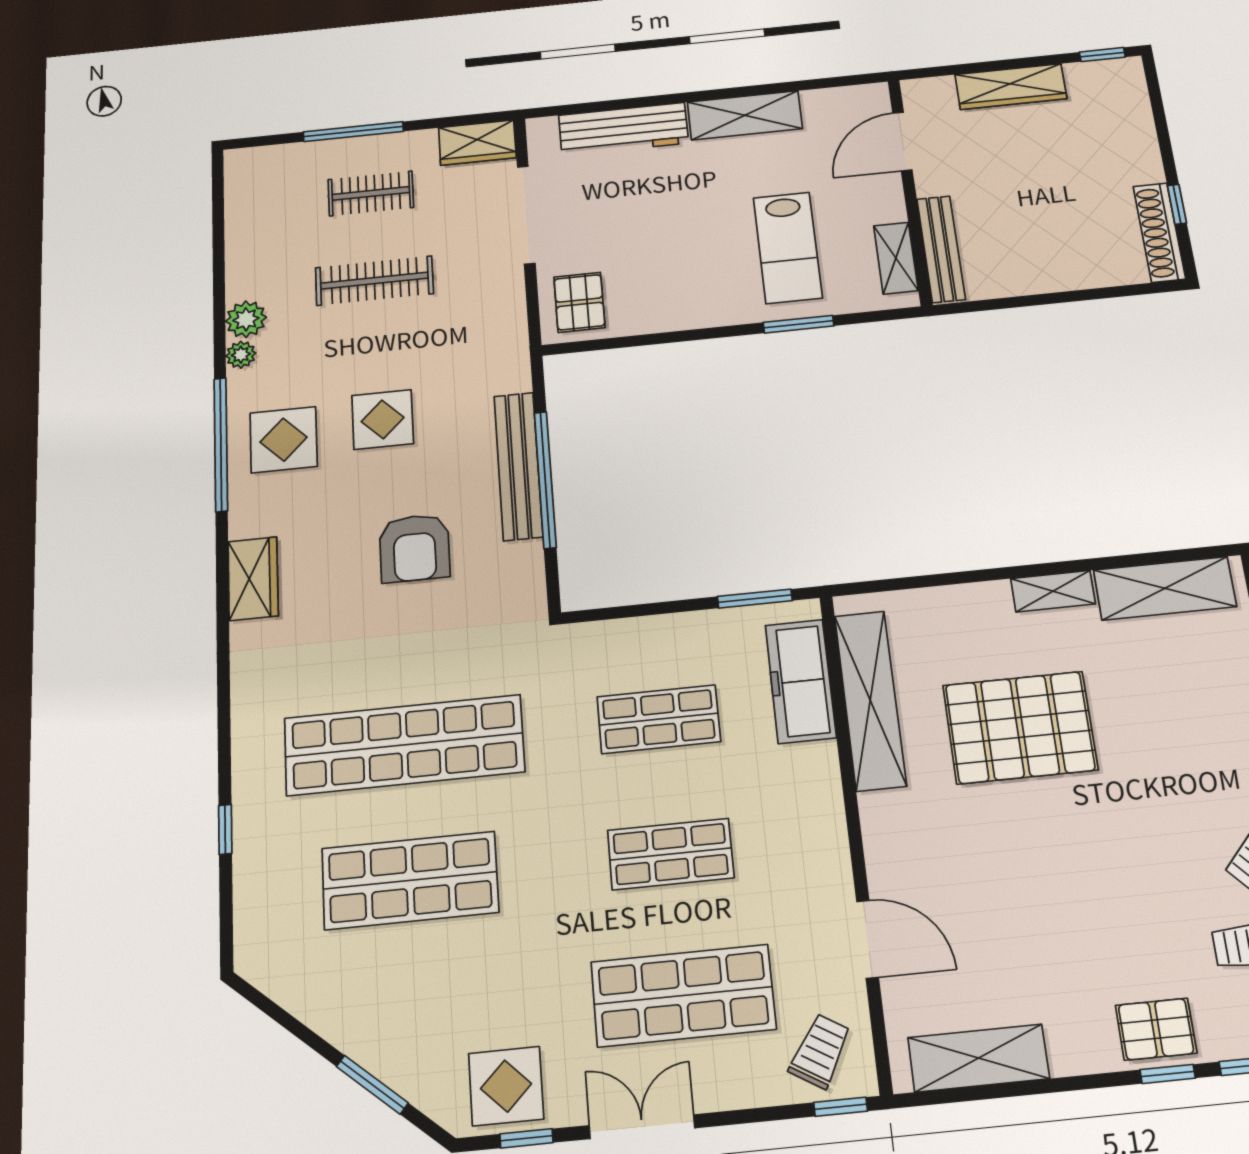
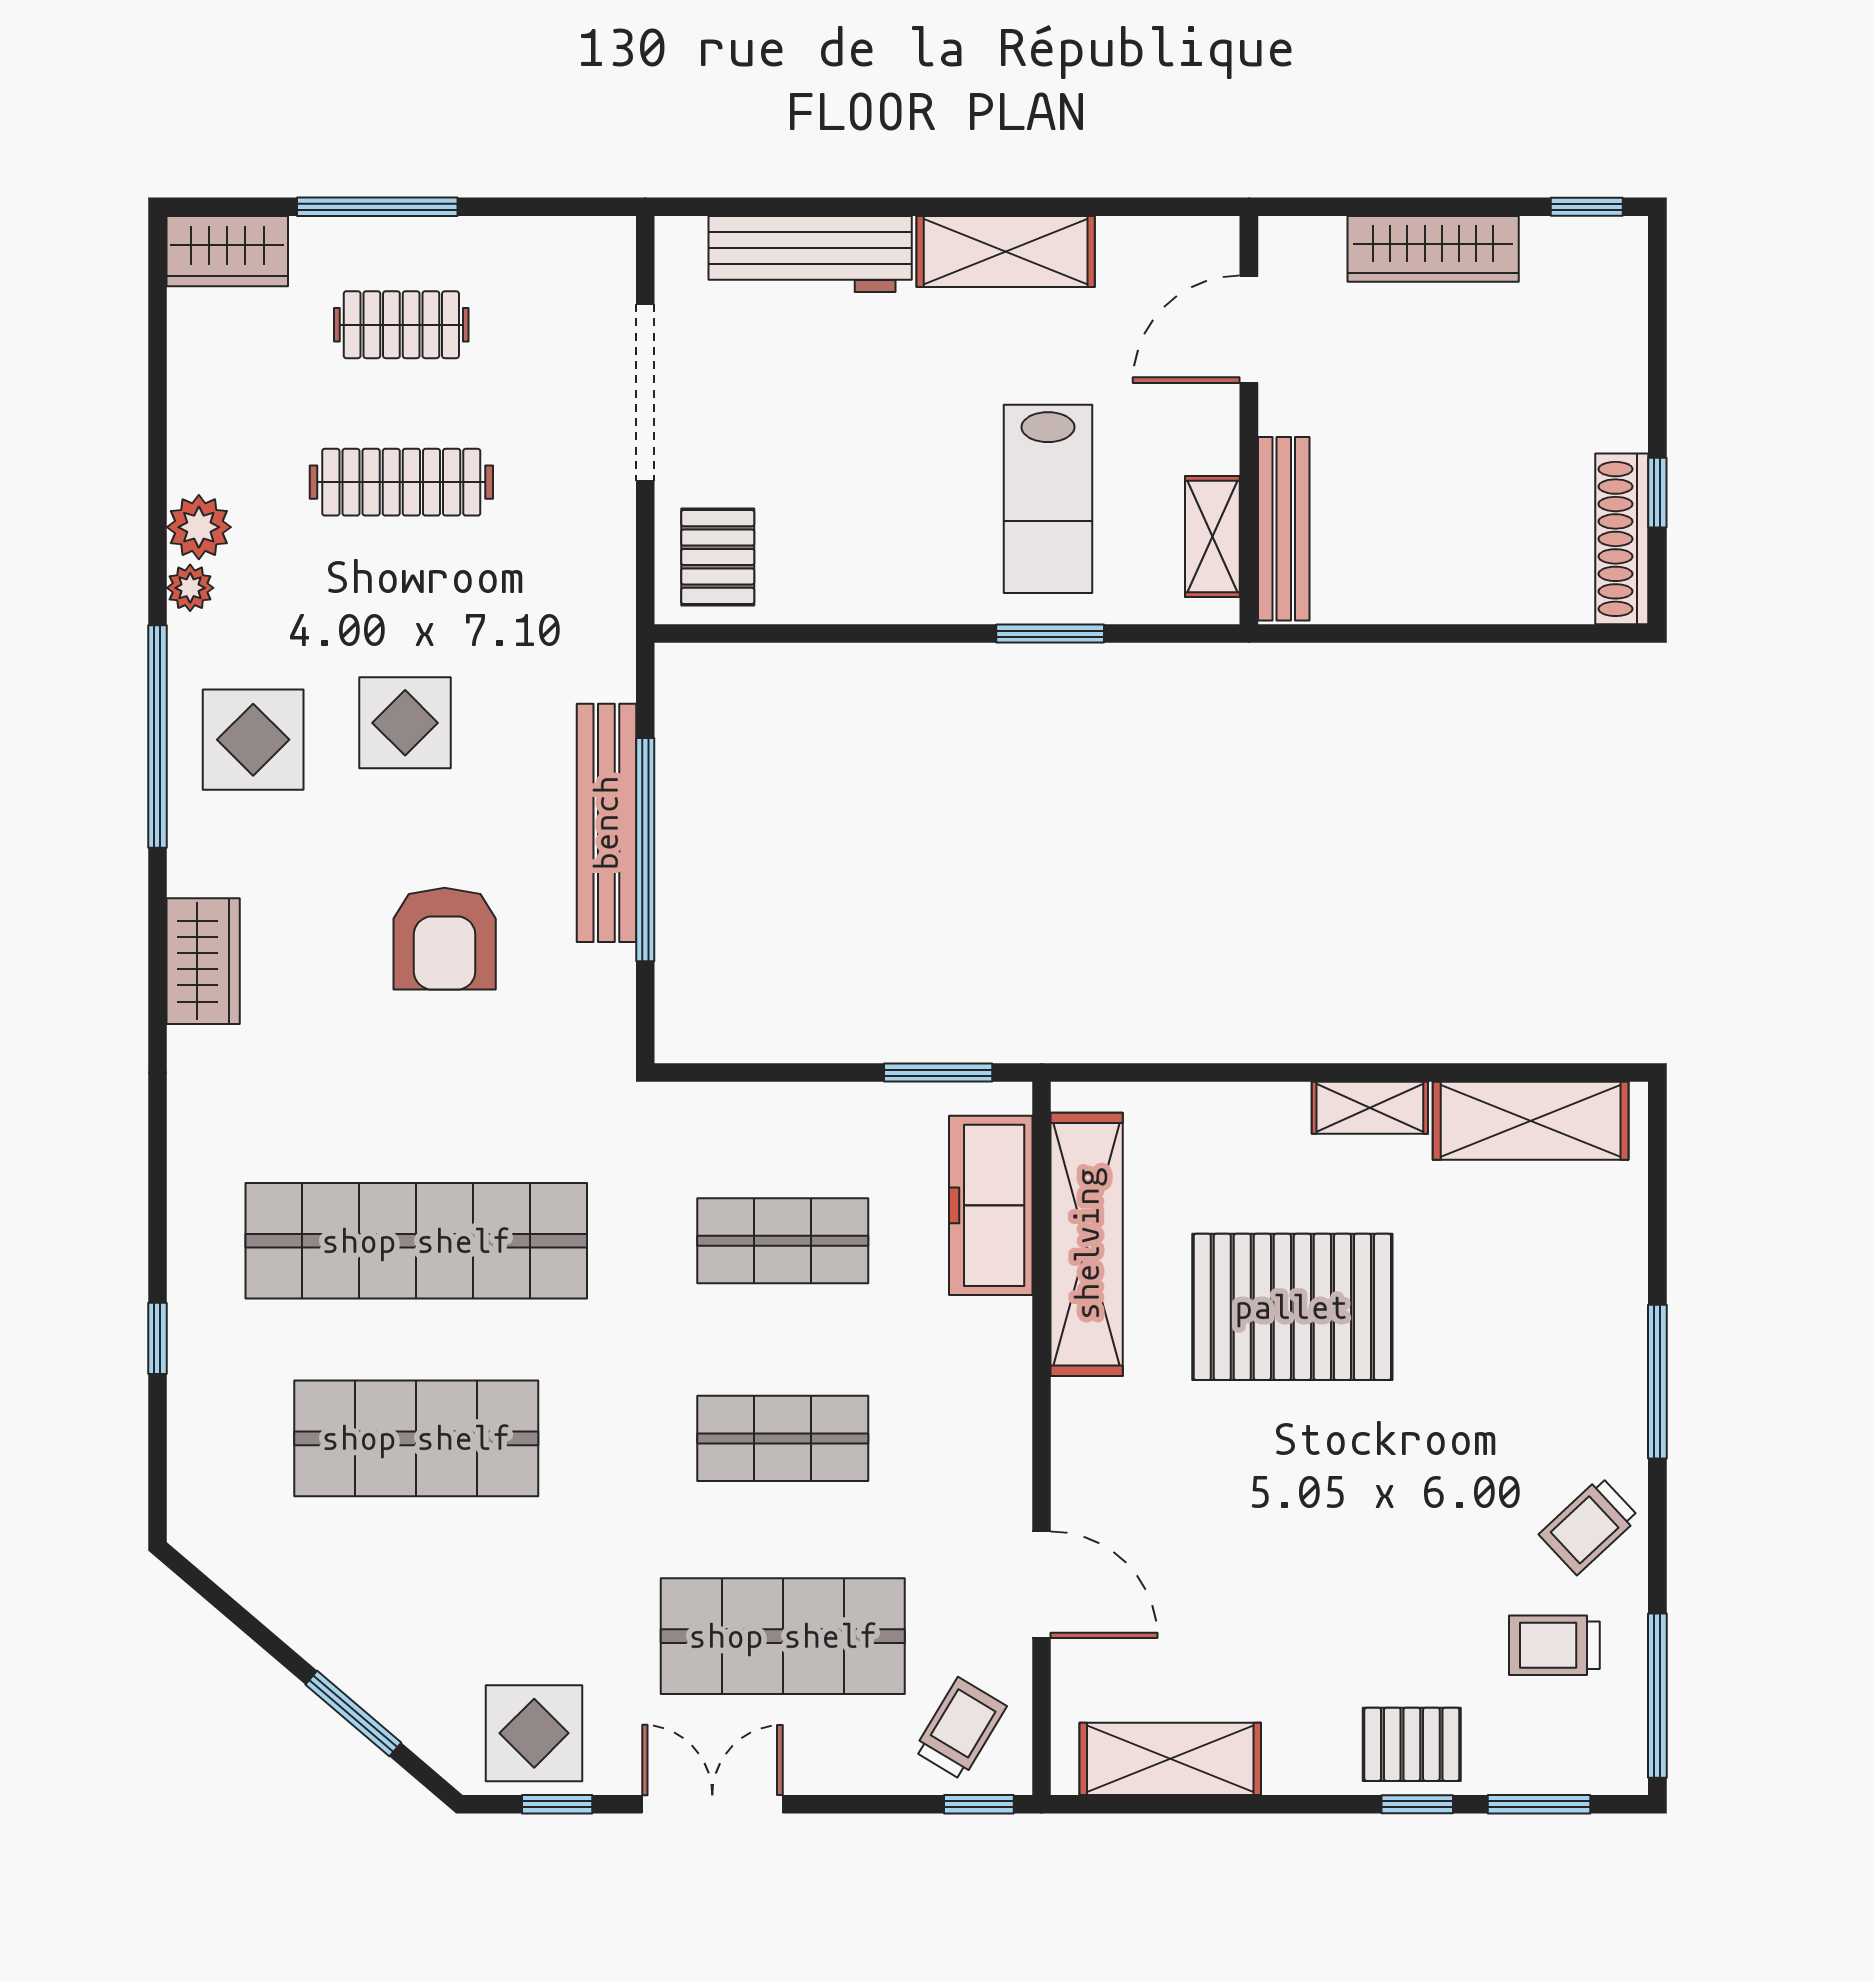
wardrobe: (477, 143) -> (227, 251), moved

